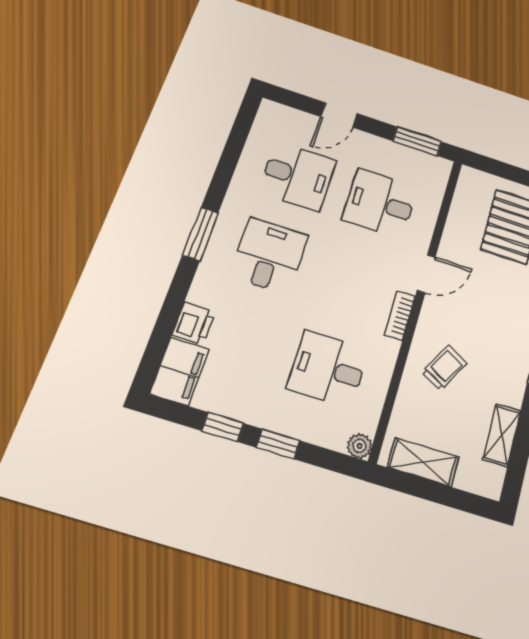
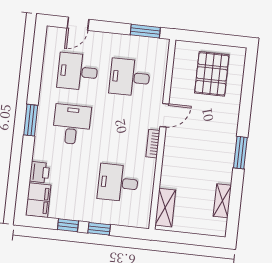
door: (339, 115) -> (78, 24), moved
desk: (297, 176) -> (78, 72), turned 180
trolley: (444, 368) -> (184, 169), removed
plant: (360, 446) -> (143, 222), removed
shelving: (423, 462) -> (165, 208), moved, turned 90

